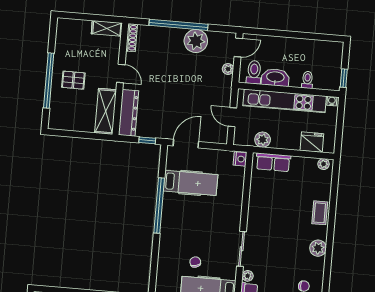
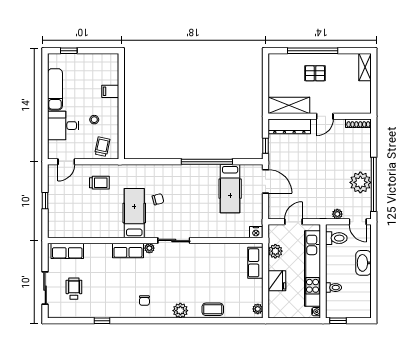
window: (178, 25) -> (374, 184), moved
shelving: (107, 28) -> (365, 67), moved
washbasin: (275, 77) -> (364, 263), moved, turned 180
pallet: (73, 80) -> (315, 73), turned 90
fridge: (312, 142) -> (277, 281), moved

